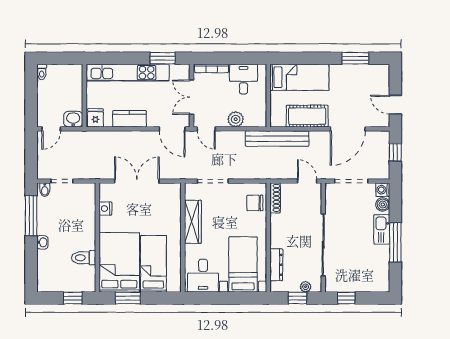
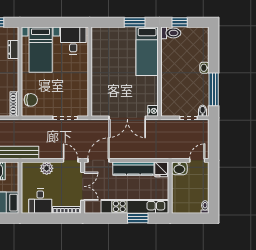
window: (163, 58) -> (138, 218), moved
kitchen counter: (130, 119) -> (133, 169), width x1.50
door: (172, 129) -> (98, 160), hinge flipped
nightstand: (105, 209) -> (153, 111), moved
wardrobe: (193, 222) -> (81, 85), removed
toilet: (84, 258) -> (171, 33), moved
bed: (119, 262) -> (147, 51), width x0.67
bed: (153, 264) -> (114, 50), removed
dresser: (276, 265) -> (13, 49), width x0.70

